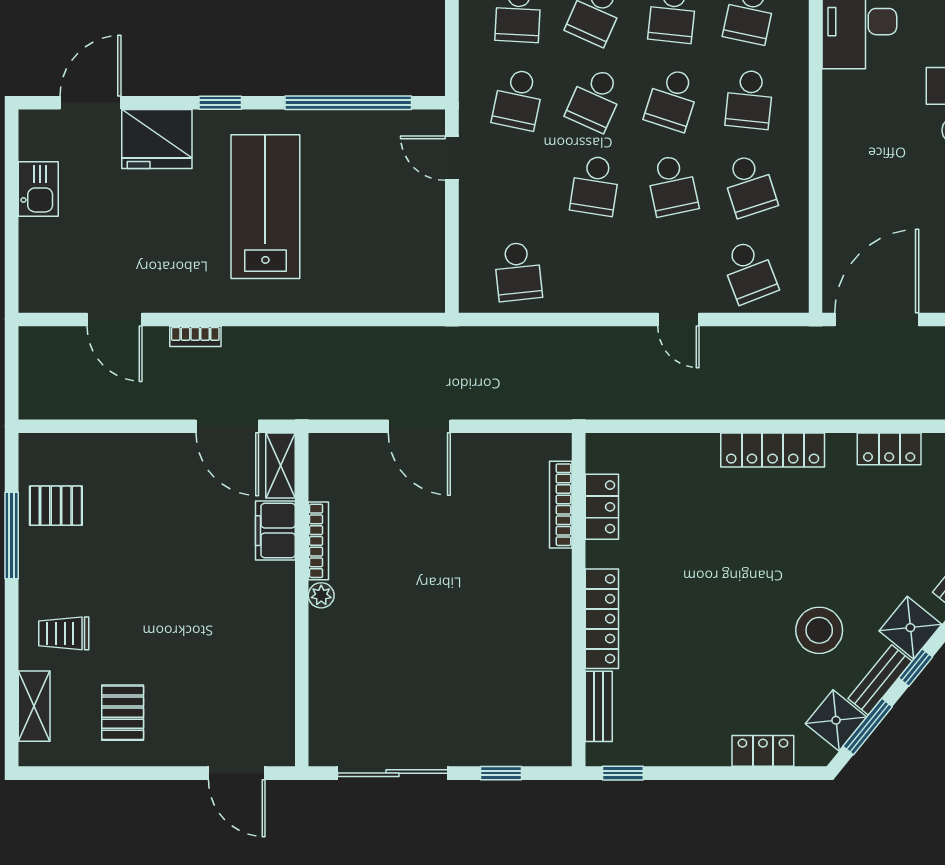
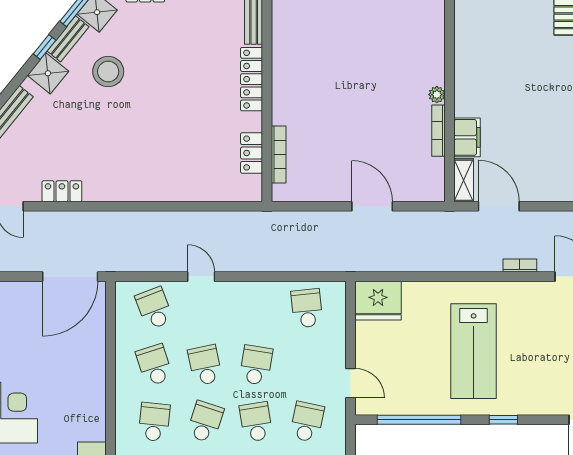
school desk: (595, 99) -> (256, 422), turned -33
fridge: (157, 139) -> (378, 301), moved, turned 180
locker: (773, 450) -> (139, 190), removed

